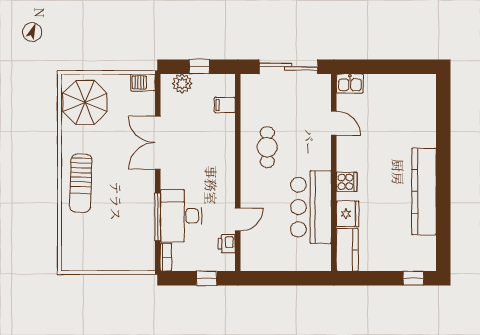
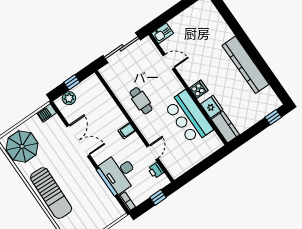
filing cabinet: (225, 105) -> (127, 131), moved
double door: (158, 143) -> (78, 141), swing flipped
sun lounger: (81, 183) -> (51, 193), width x1.36, depth x1.34

